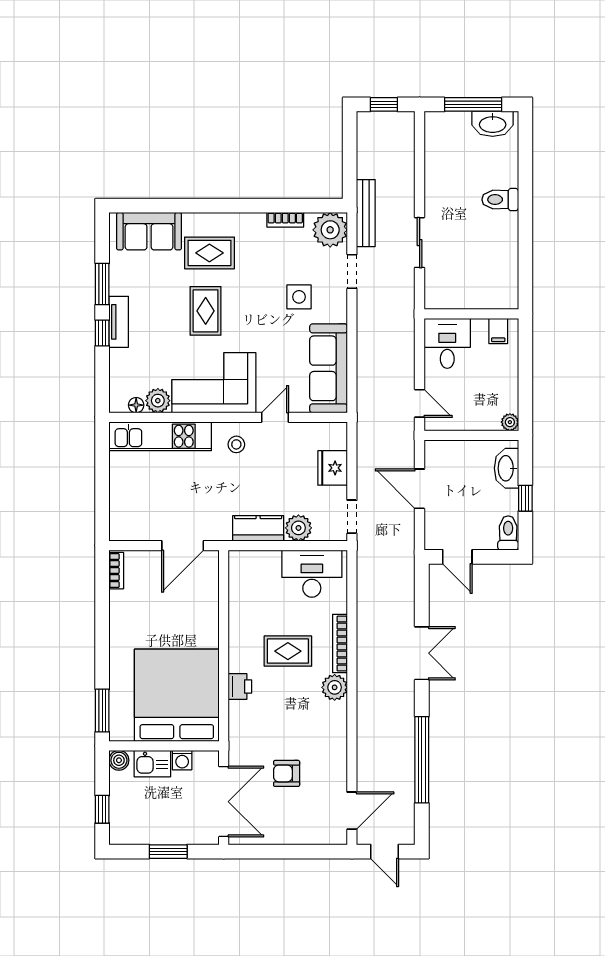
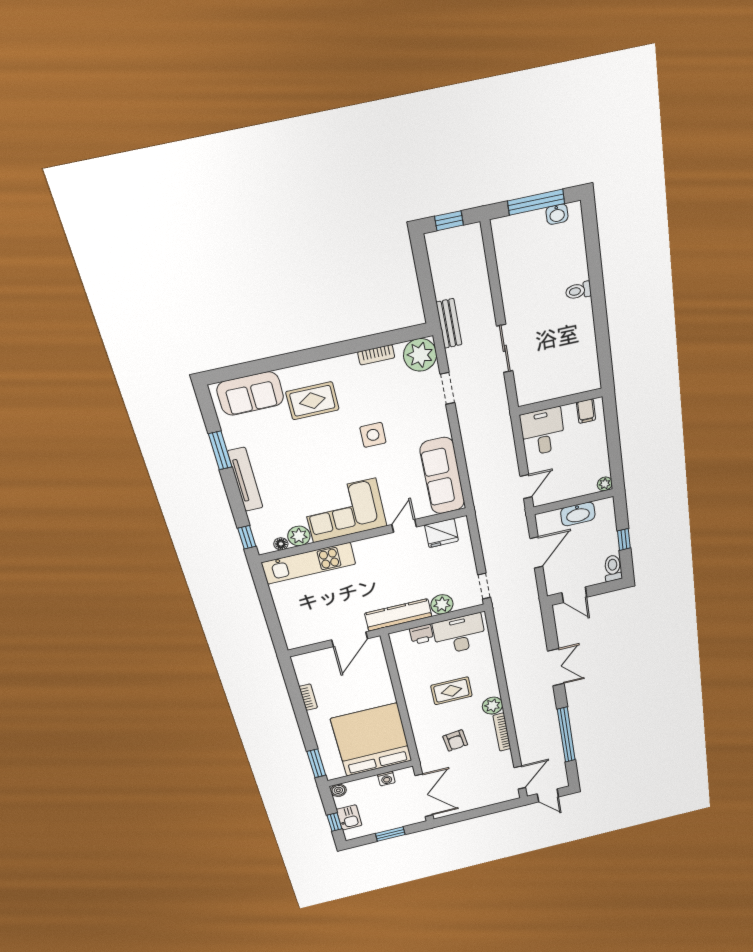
washbasin: (493, 124) -> (557, 214), width x0.52, depth x0.69
toilet: (500, 200) -> (578, 291), width x0.73, depth x0.72
bench: (366, 213) -> (449, 324), width x0.73
side table: (299, 297) -> (373, 435), moved
rug: (206, 311) -> (322, 452), removed
tv unit: (119, 322) -> (245, 480), width x1.41
window: (102, 333) -> (247, 537), moved
door: (420, 403) -> (526, 486), hinge flipped
stool: (236, 444) -> (376, 554), removed
fridge: (333, 468) -> (442, 533), moved, turned -90
washbasin: (506, 468) -> (578, 514), moved, turned -90
door: (420, 489) -> (536, 553), swing flipped
kitchen counter: (258, 528) -> (398, 615), width x1.50
bookcase: (116, 571) -> (308, 697), moved
bookcase: (340, 643) -> (502, 732), moved
printer: (240, 687) -> (422, 634), moved, turned 90
kitchen sink: (152, 764) -> (349, 817), moved, turned -90
armchair: (287, 773) -> (455, 740), moved, turned -97

